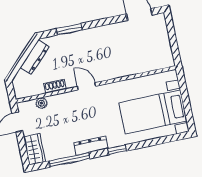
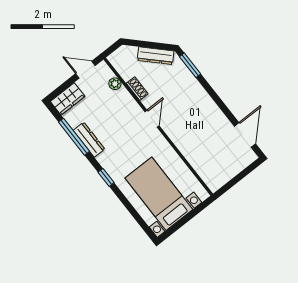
window: (69, 29) -> (190, 65), moved
dresser: (91, 146) -> (89, 140), moved

